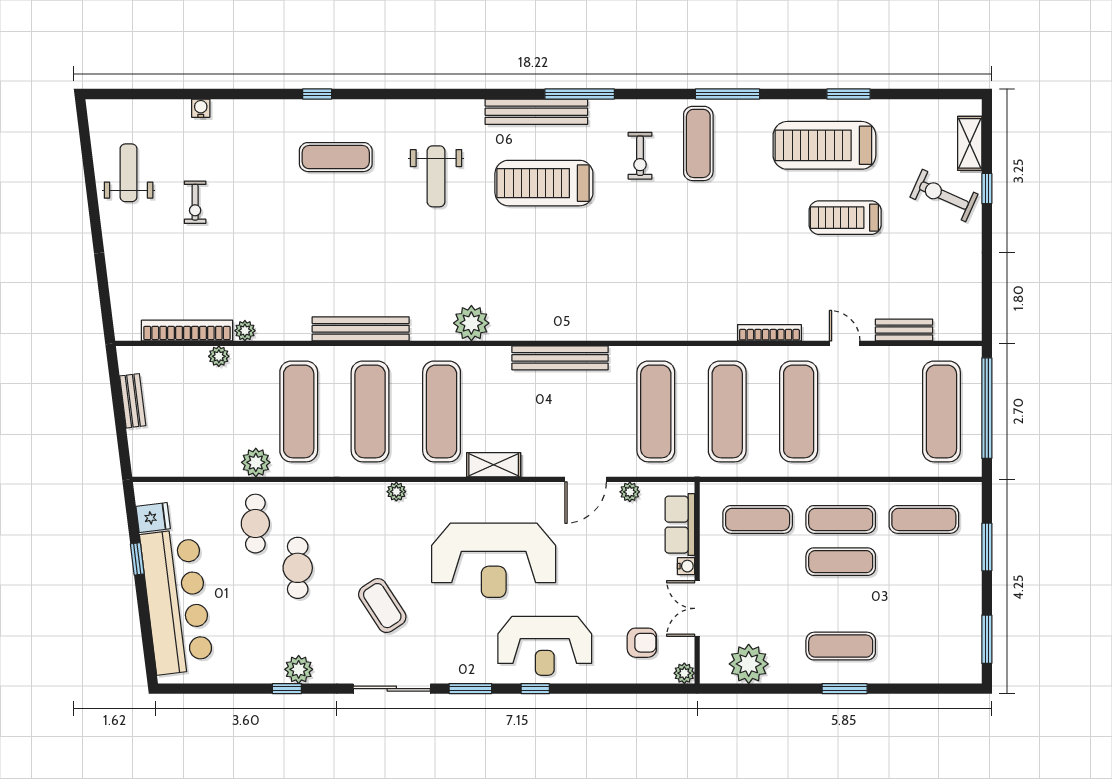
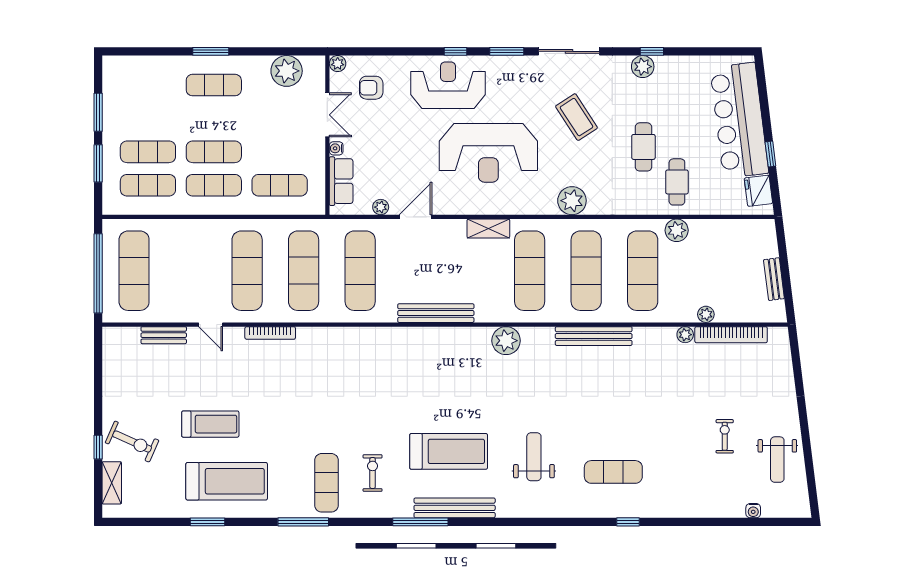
water cooler: (201, 108) -> (753, 511), moved
plant: (396, 492) -> (572, 201), width x1.87, depth x1.87
fridge: (153, 518) -> (758, 191), width x1.38
reception desk: (494, 560) -> (488, 153), turned 180
exercise mat: (924, 562) -> (148, 152), added
window: (987, 639) -> (98, 112), moved

